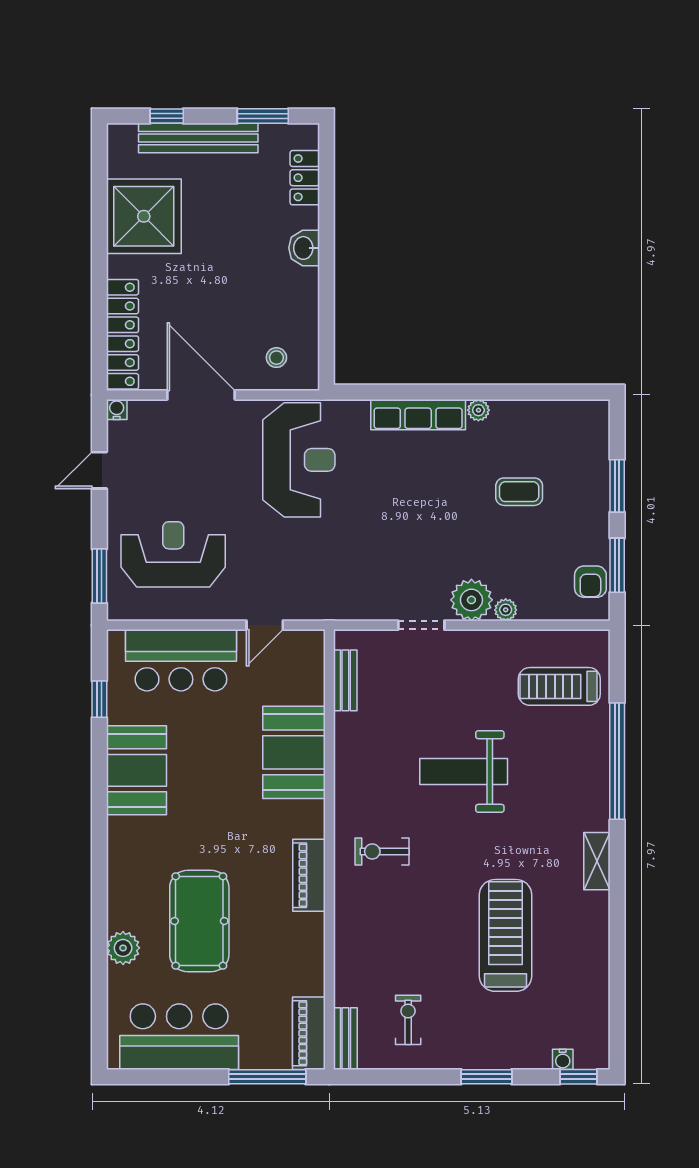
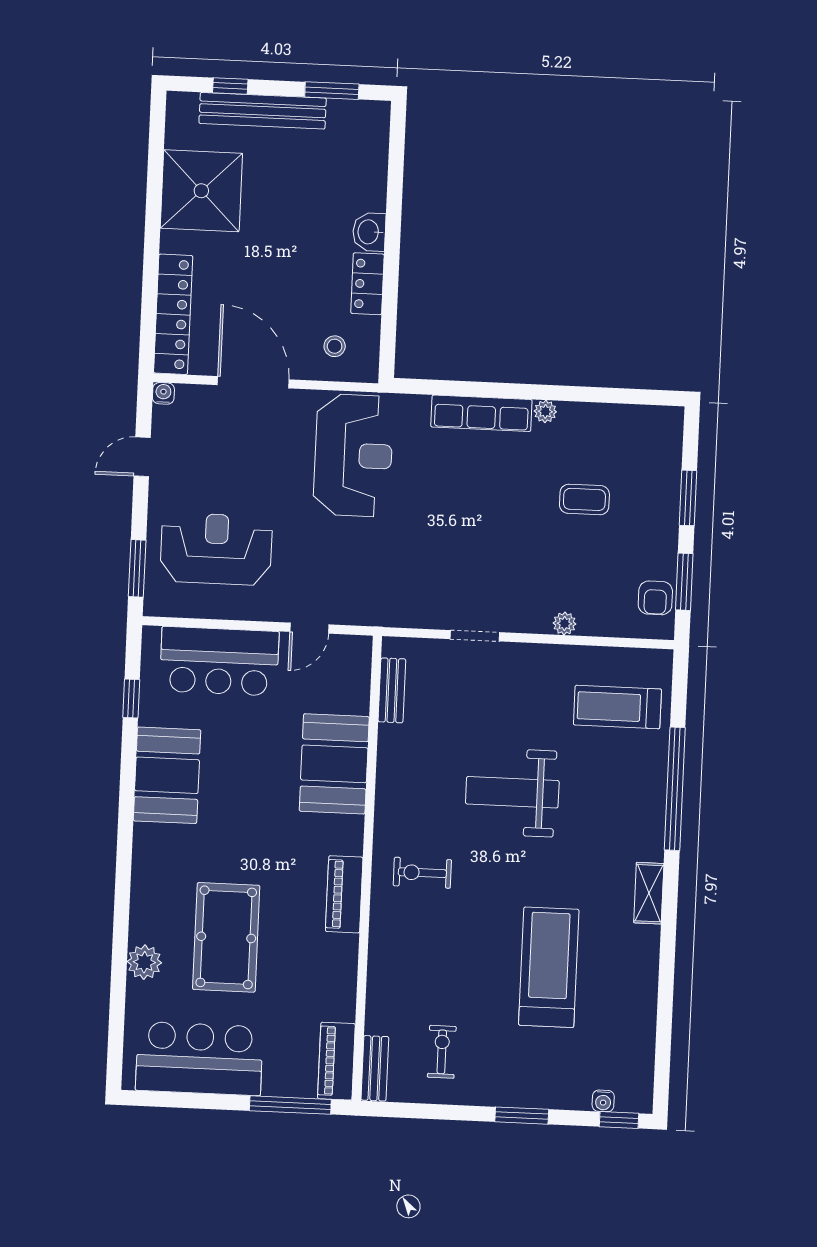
locker: (305, 178) -> (367, 284), moved
plant: (471, 600) -> (529, 611), removed

